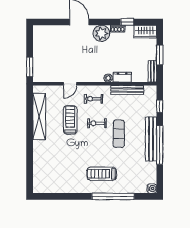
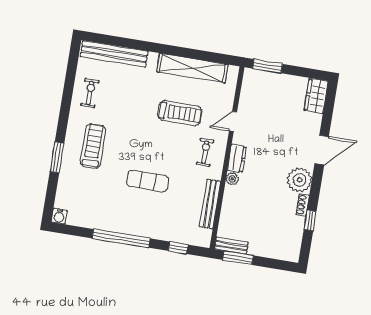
wardrobe: (145, 32) -> (316, 96), moved
window: (160, 55) -> (238, 258), moved
dresser: (122, 77) -> (237, 158), moved
door: (70, 84) -> (233, 121), hinge flipped
exercise bike: (97, 123) -> (90, 93), moved
bench: (151, 139) -> (114, 54), moved
window: (113, 196) -> (57, 157), width x0.47

